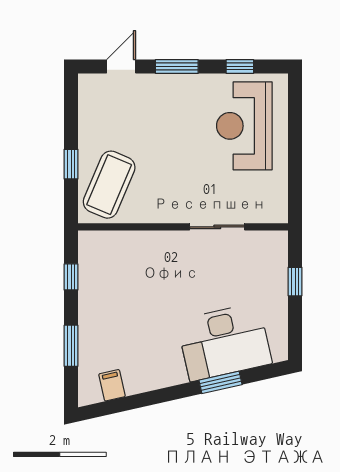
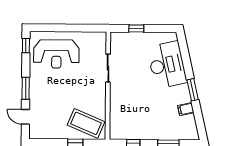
window: (240, 66) -> (26, 46), moved
window: (220, 382) -> (193, 90), moved
filing cabinet: (112, 385) -> (186, 109), moved

